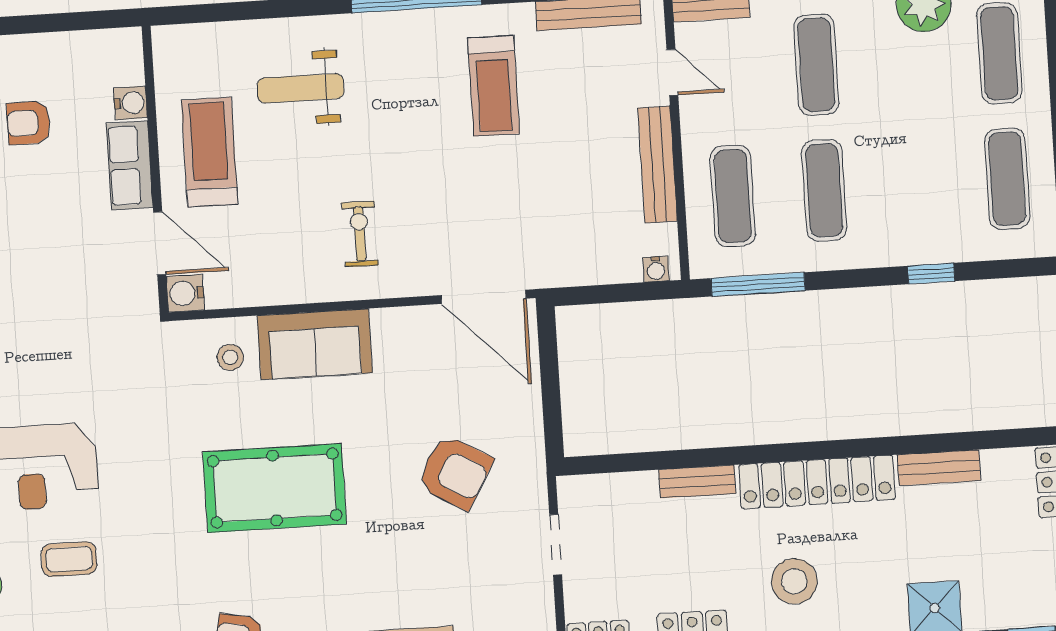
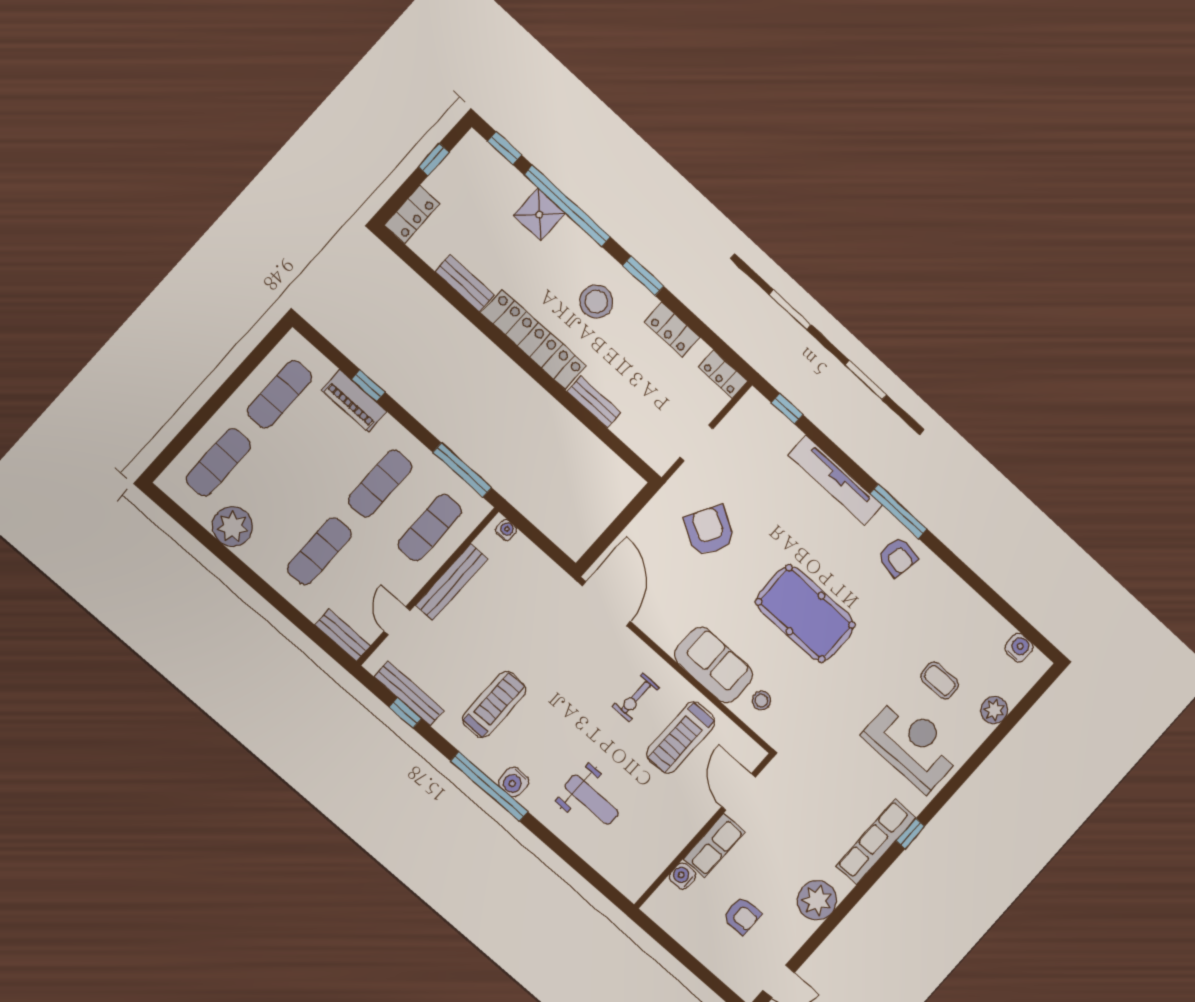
treadmill: (209, 152) -> (681, 738), moved
piano: (930, 245) -> (354, 401), added
water cooler: (185, 293) -> (514, 782), moved, turned 90

